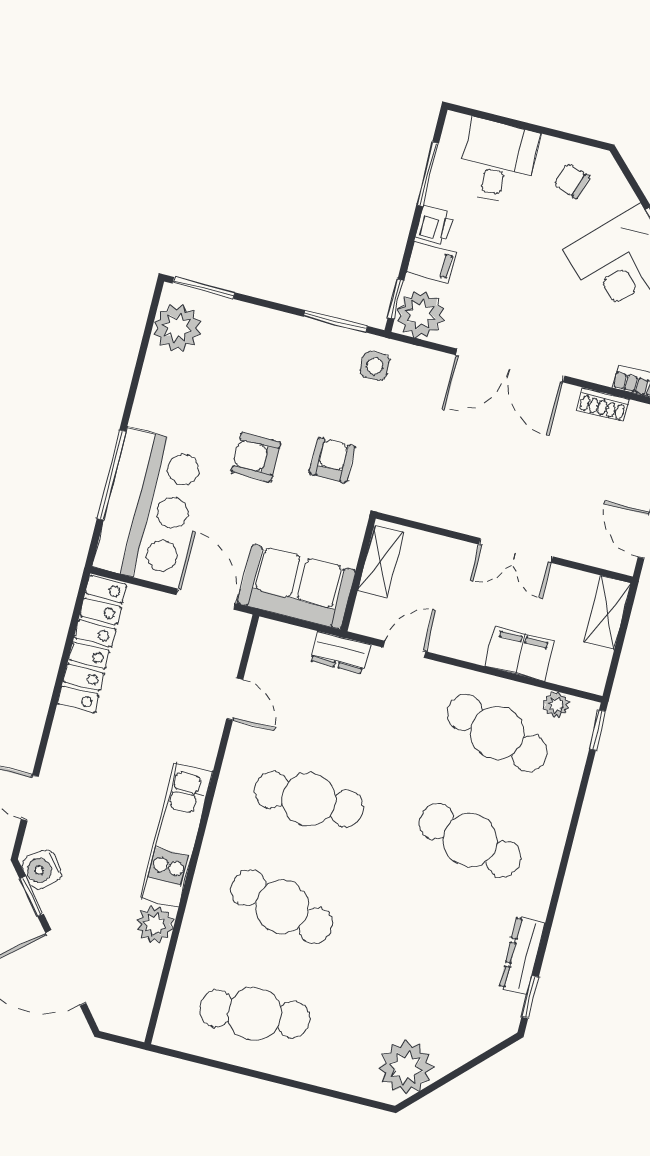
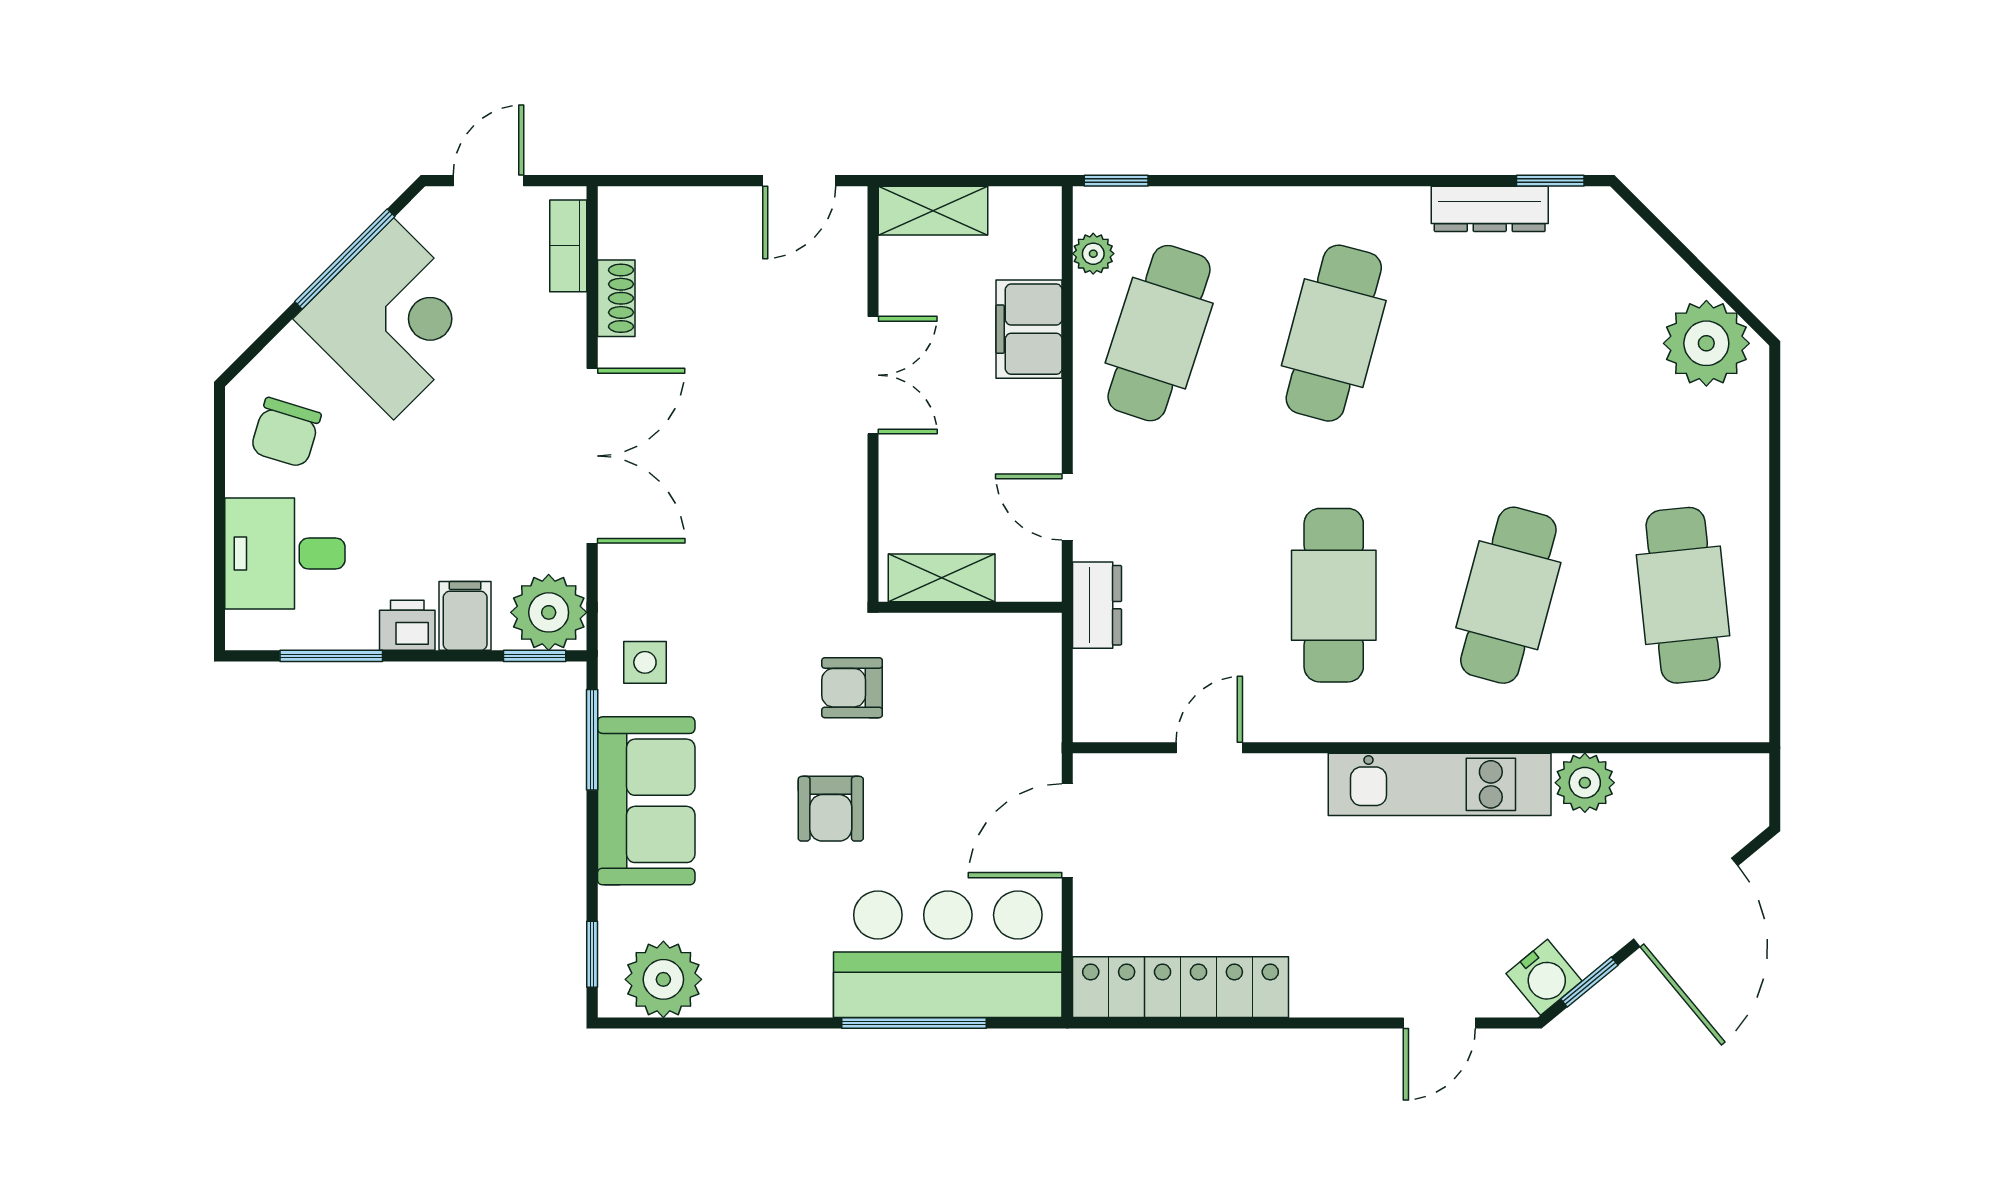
chair: (572, 181) -> (286, 433), width x1.37, depth x1.37
window: (204, 288) -> (592, 954), width x0.67
armchair: (332, 460) -> (852, 688), moved
sofa: (296, 587) -> (646, 801), moved, turned 180

